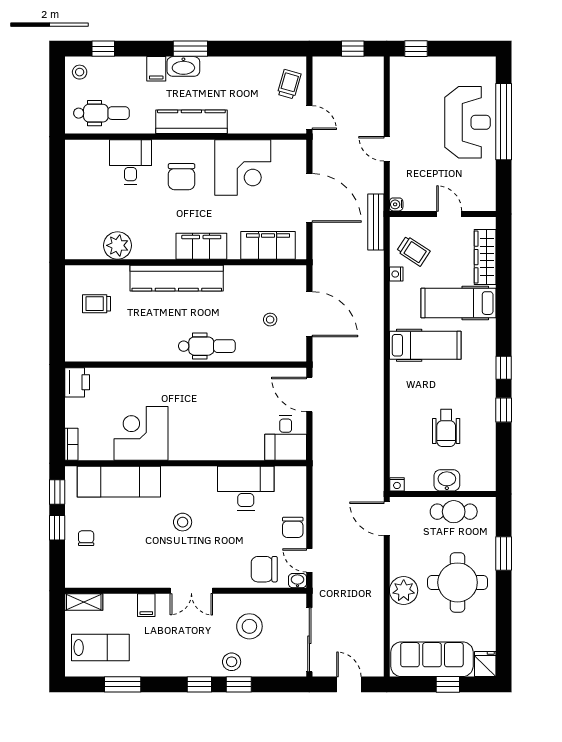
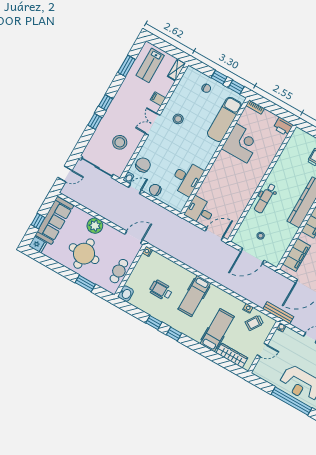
hospital bed: (425, 345) -> (194, 296), moved
washbasin: (447, 480) -> (126, 294), moved
stool: (183, 522) -> (178, 119), moved
stool: (232, 662) -> (108, 124), removed

